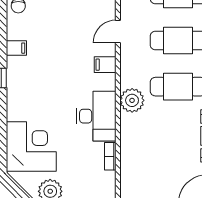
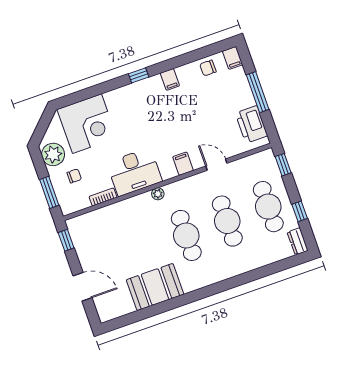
plant: (132, 100) -> (158, 194), width x0.53, depth x0.53
chair: (79, 178) -> (74, 176), added

